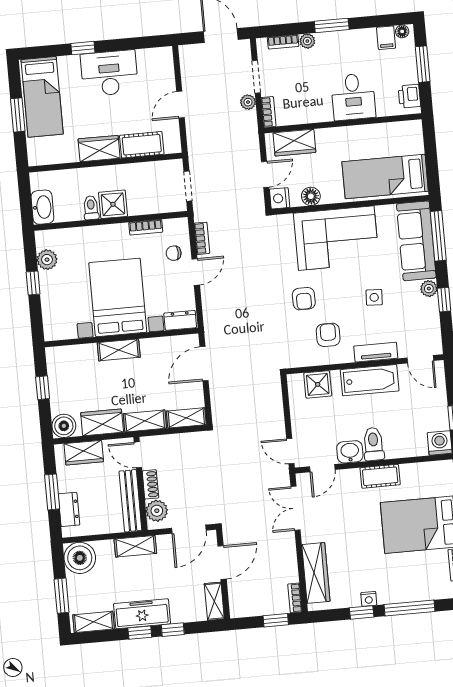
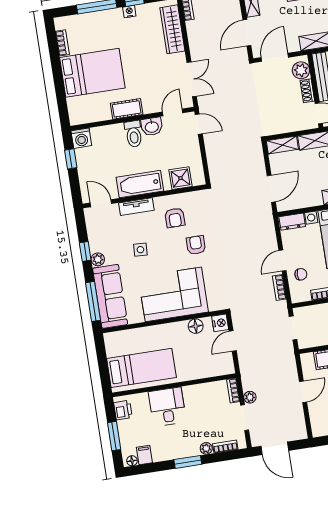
wardrobe: (294, 143) -> (211, 368), removed
bed: (385, 177) -> (141, 368), moved

